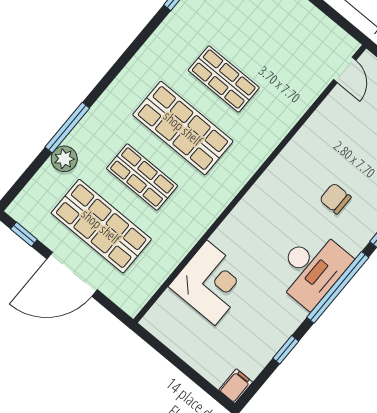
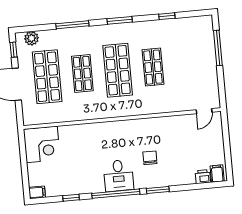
window: (122, 62) -> (120, 20), added
plant: (64, 159) -> (31, 38), moved
desk: (312, 268) -> (118, 176), width x0.73
corner desk: (211, 283) -> (42, 144), moved

